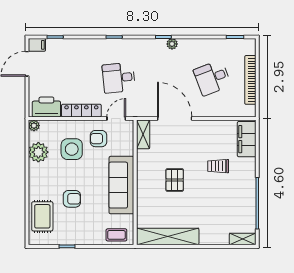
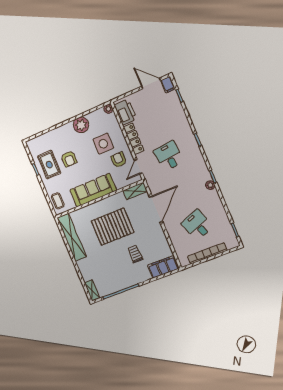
door: (116, 119) -> (138, 167), swing flipped
plant: (38, 152) -> (81, 125), moved
pallet: (175, 180) -> (112, 227), width x2.05, depth x2.00
rug: (42, 216) -> (49, 165), moved, turned 90

